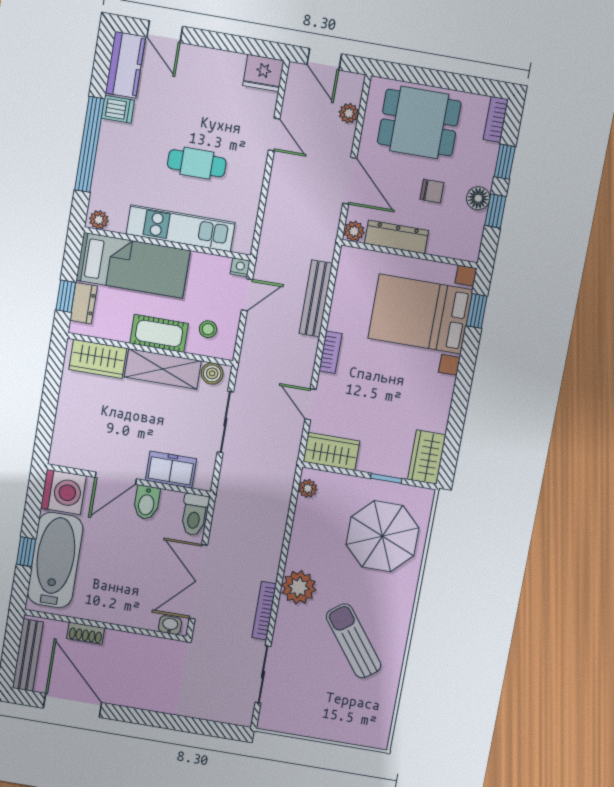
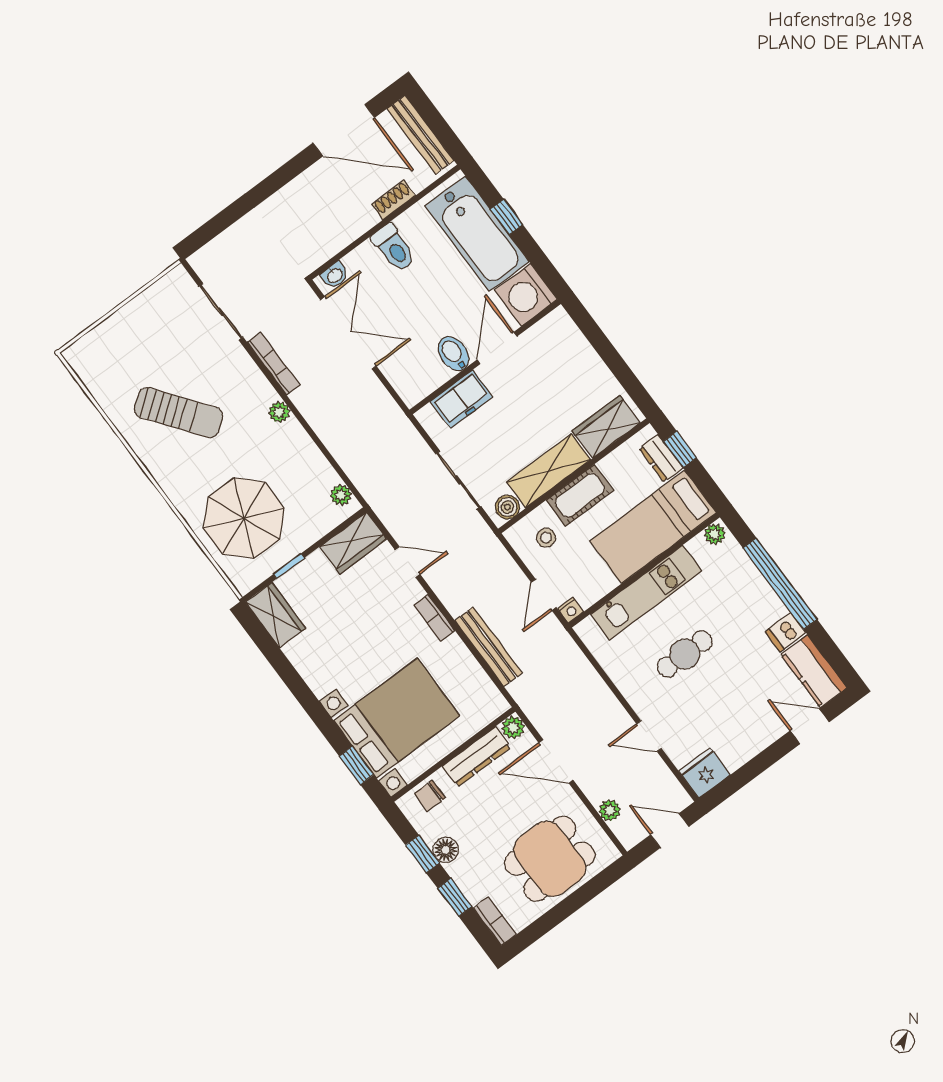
chair: (432, 191) -> (430, 796), moved
toilet: (194, 515) -> (394, 248), moved, turned 180
plant: (299, 587) -> (279, 412), width x0.53, depth x0.53

